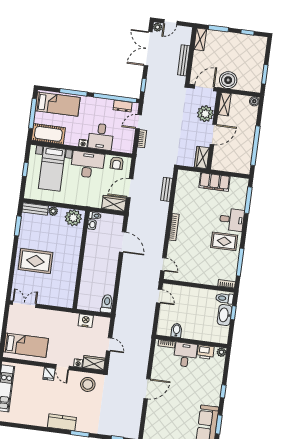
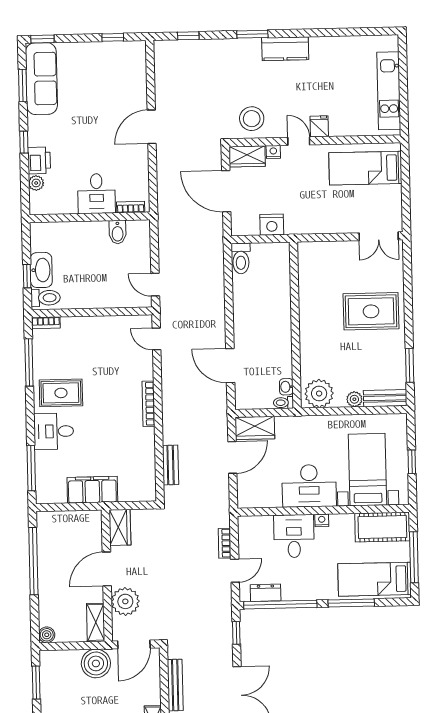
armchair: (117, 163) -> (261, 496), removed
door: (109, 344) -> (226, 191), width x1.87
printer: (205, 352) -> (39, 160), moved, turned 90
plant: (221, 352) -> (36, 183), moved

